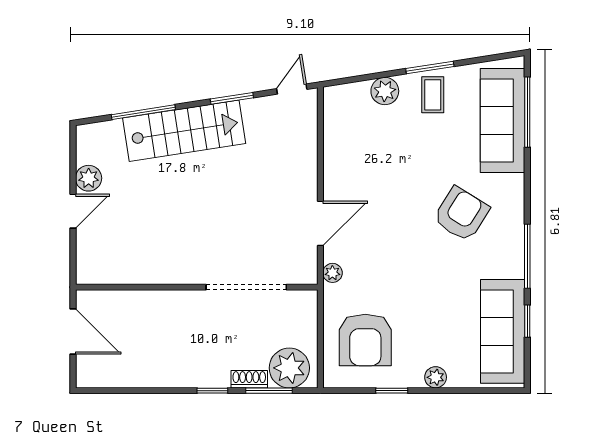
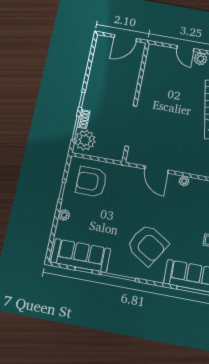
armchair: (461, 214) -> (148, 245), width x1.36, depth x1.36
plant: (332, 273) -> (184, 181), moved

